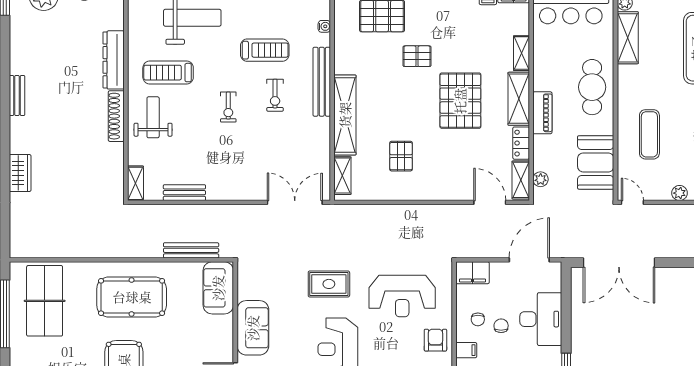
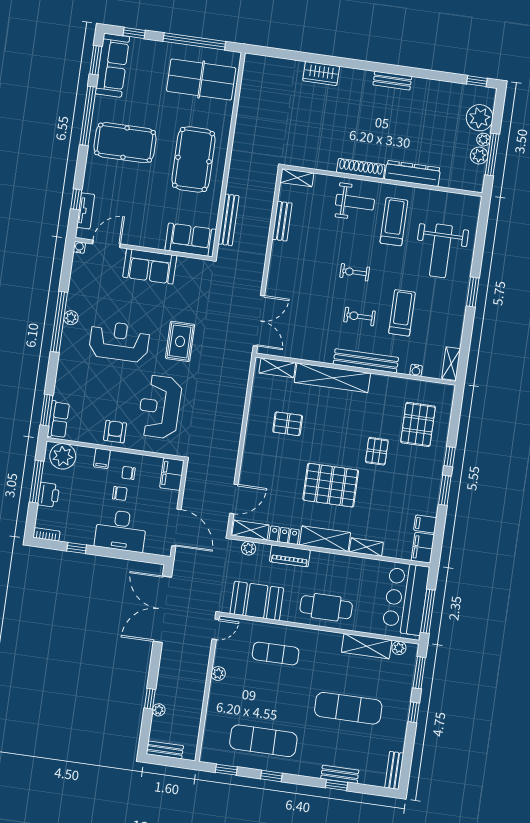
treadmill: (265, 50) -> (402, 313), turned 180
piano: (542, 113) -> (290, 556), moved
armchair: (435, 340) -> (115, 432), turned -90

